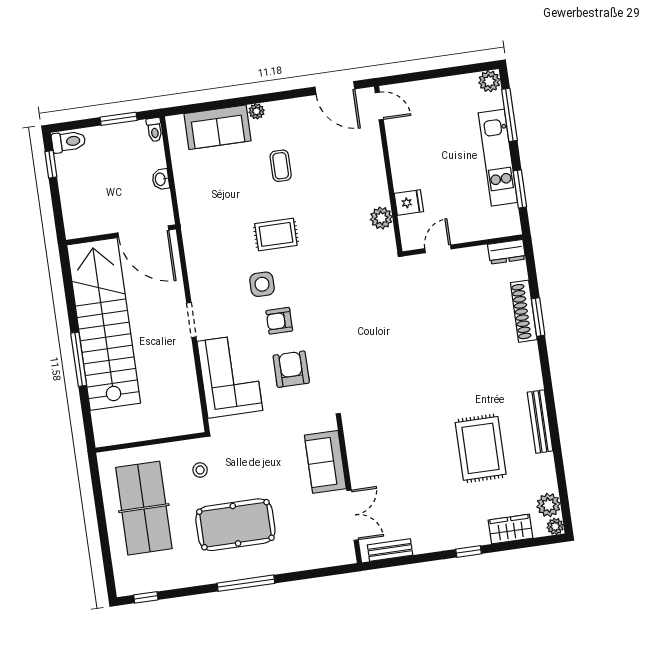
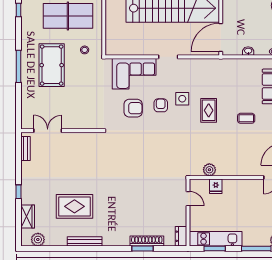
kitchen unit: (498, 158) -> (216, 239), moved
sofa: (325, 462) -> (79, 120), removed
double door: (353, 515) -> (48, 131), swing flipped
plant: (555, 526) -> (26, 242), removed

